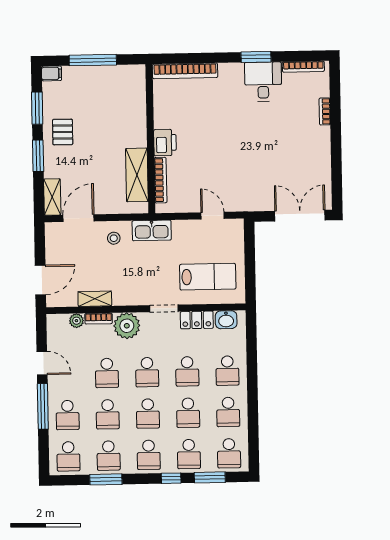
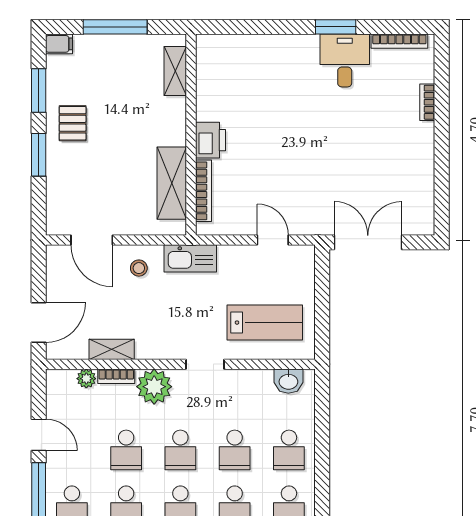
bookcase: (185, 71) -> (240, 44), removed
shelving: (52, 197) -> (175, 71), moved
double door: (300, 216) -> (368, 242), moved
door: (78, 218) -> (92, 240), swing flipped
locker: (197, 320) -> (249, 381), removed

